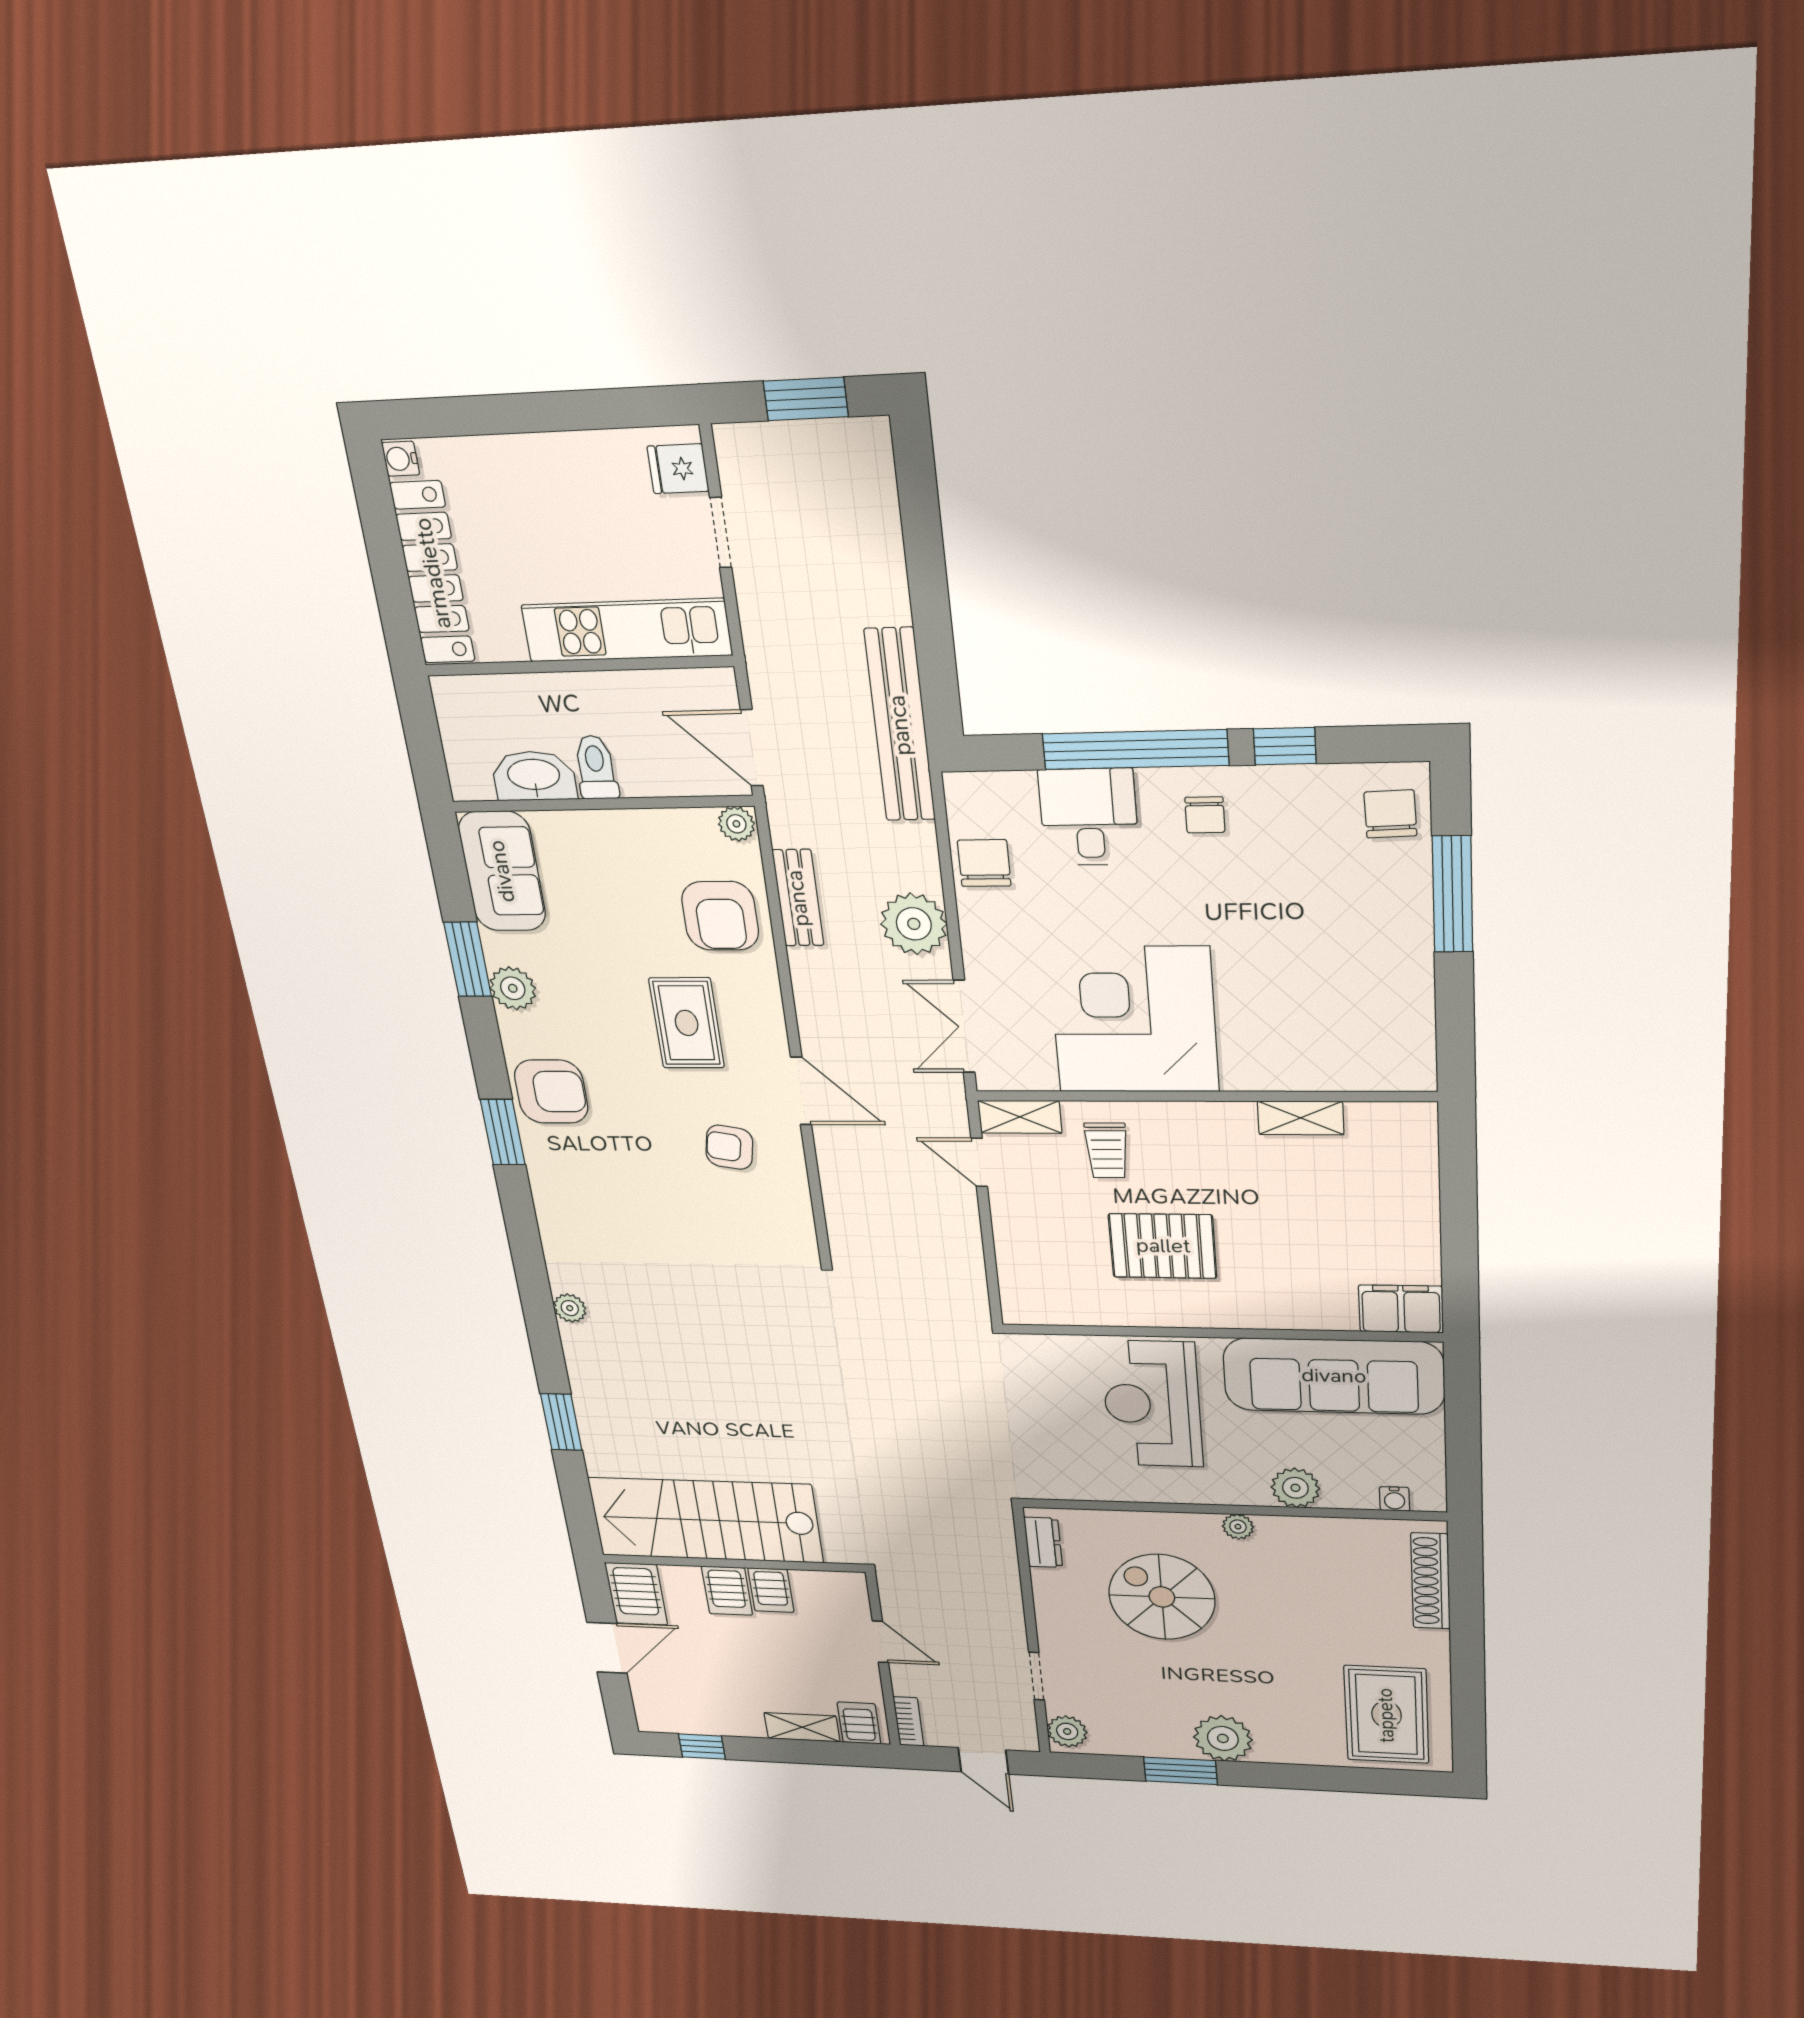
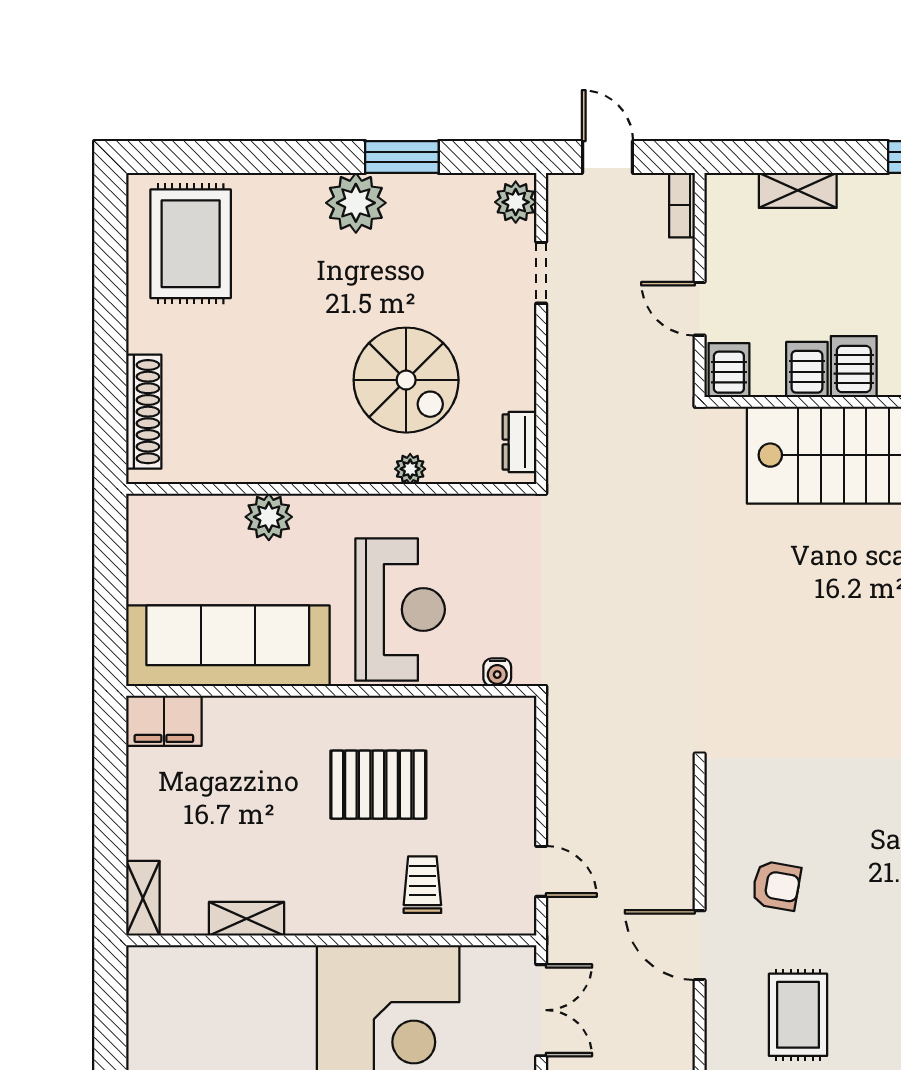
shelving: (1020, 1117) -> (143, 898), moved, turned 90
water cooler: (1394, 1499) -> (497, 672), moved, turned 180
plant: (1238, 1527) -> (410, 469), moved
server rack: (859, 1723) -> (729, 370), moved, turned 180

